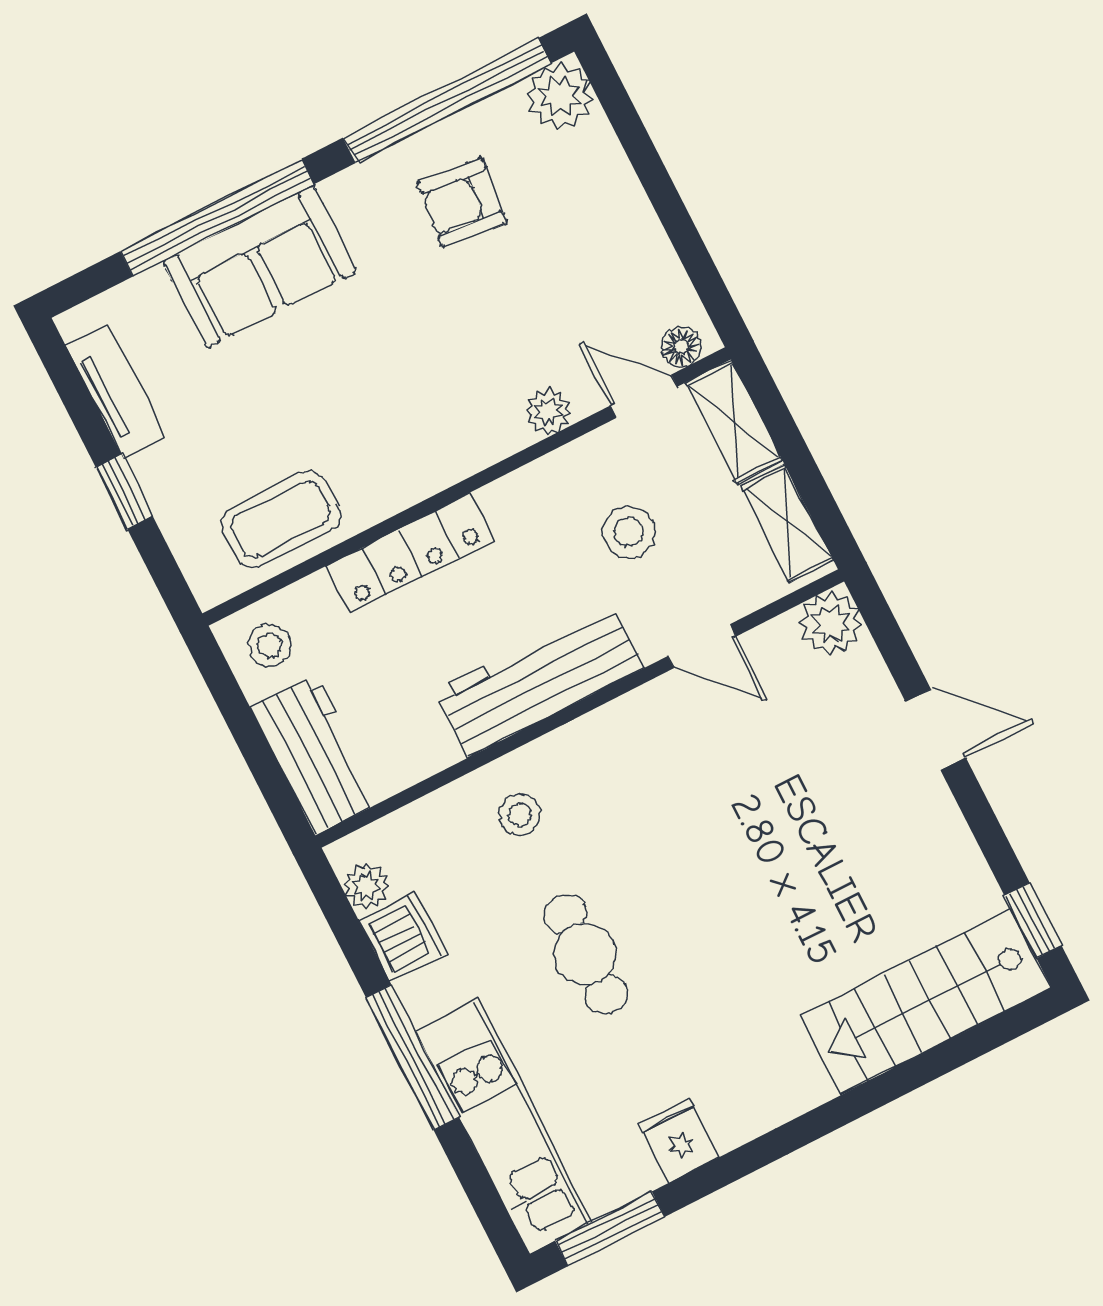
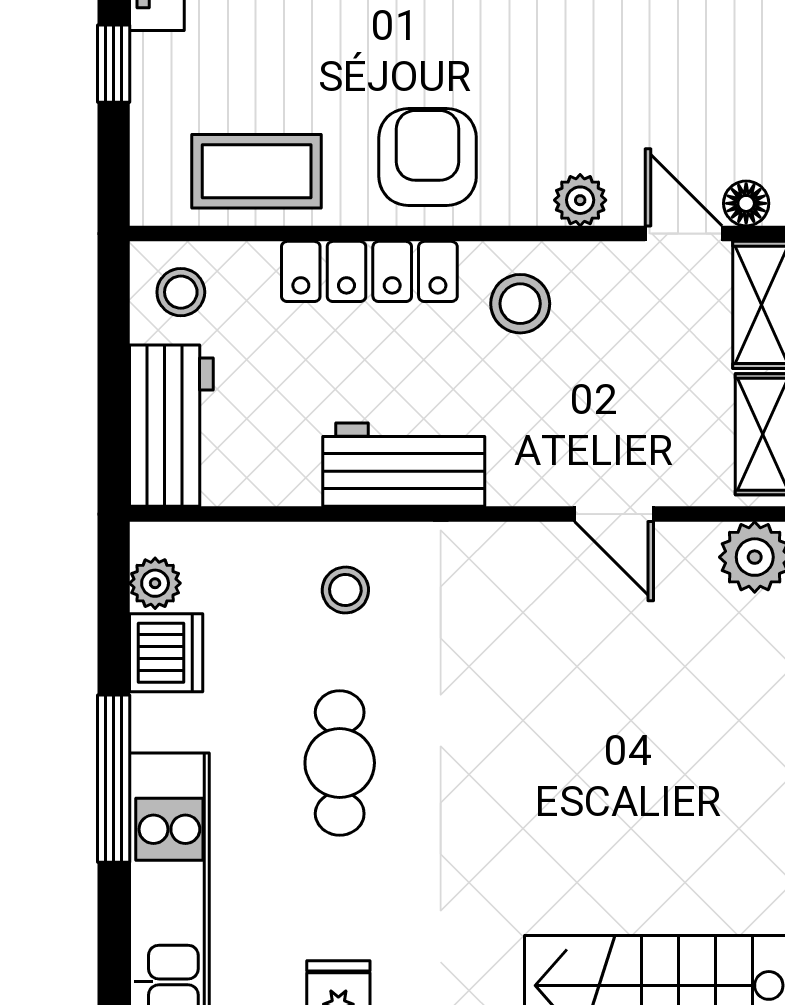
armchair: (410, 439) -> (428, 157), added
stool: (629, 532) -> (520, 304), moved
workbench: (539, 680) -> (404, 465), width x0.73

